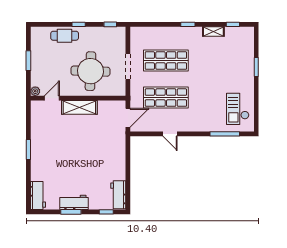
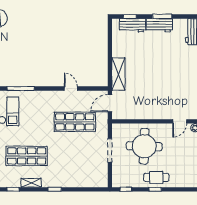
cafe table: (65, 36) -> (156, 177), moved
shop shelf: (166, 61) -> (27, 156), moved
shelving: (79, 107) -> (118, 74), moved, turned 90
workbench: (118, 195) -> (133, 25), moved, turned 90

